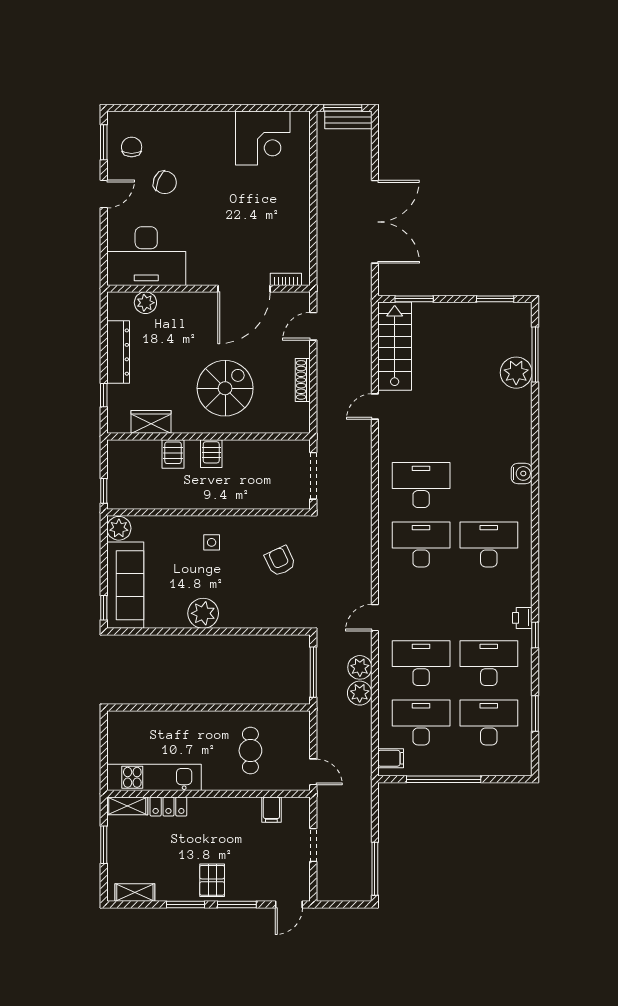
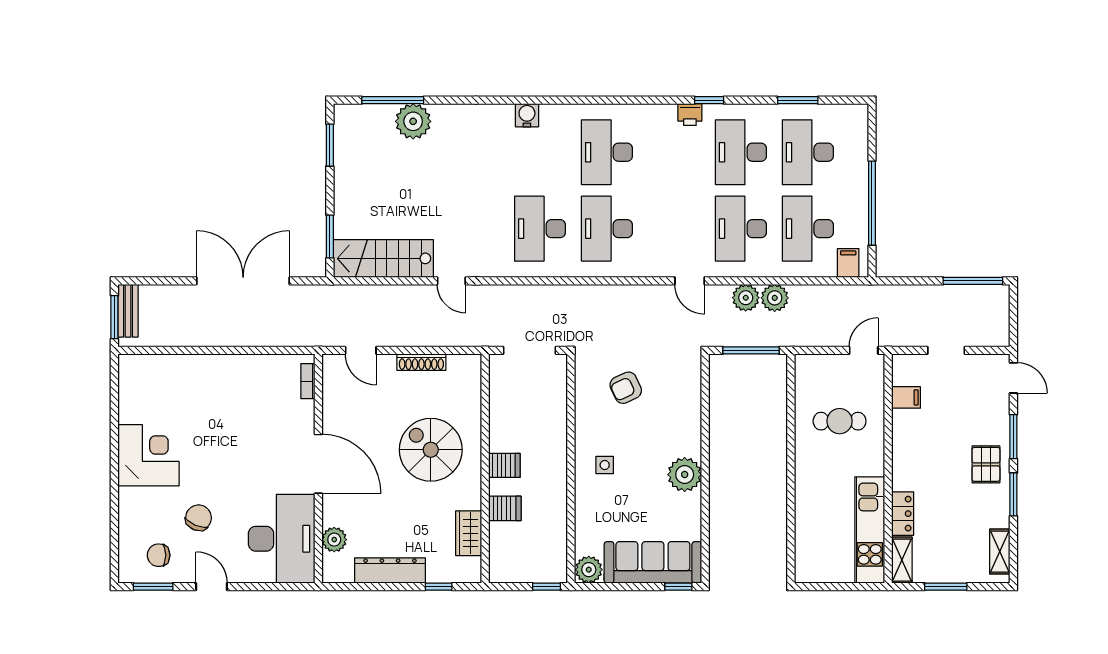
corner desk: (263, 138) -> (149, 455), moved
door: (244, 289) -> (318, 464), moved
pallet: (212, 880) -> (986, 464), turned 90

